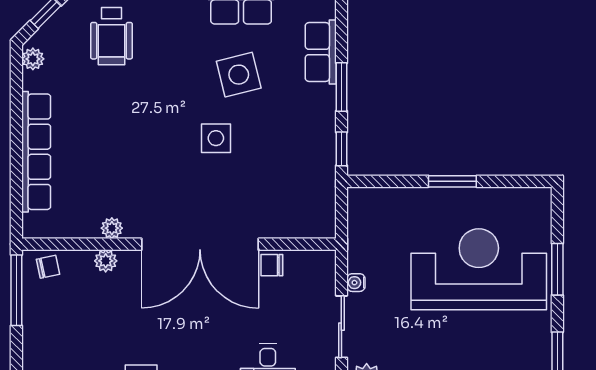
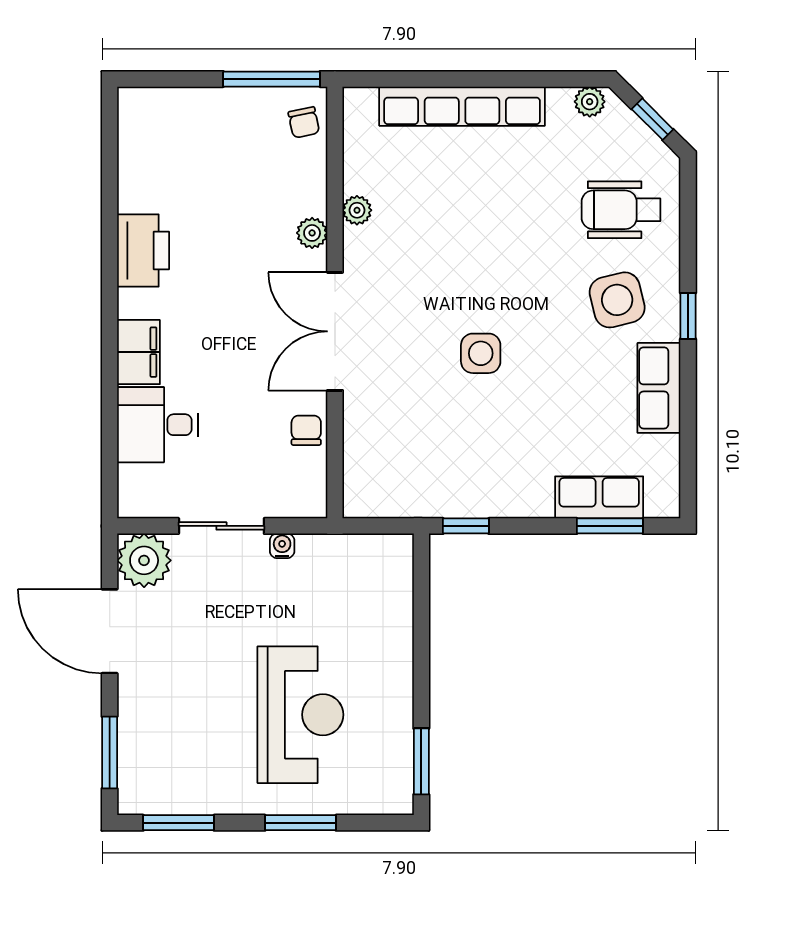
side table: (239, 75) -> (617, 300), moved
window: (341, 87) -> (610, 526), moved
window: (452, 181) -> (421, 761), moved
double door: (200, 244) -> (335, 331), width x0.73
plant: (106, 261) -> (312, 233), moved
reception desk: (479, 269) -> (300, 715), width x0.74, depth x0.77

